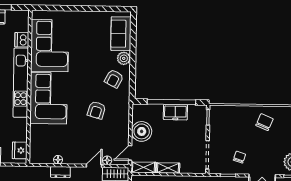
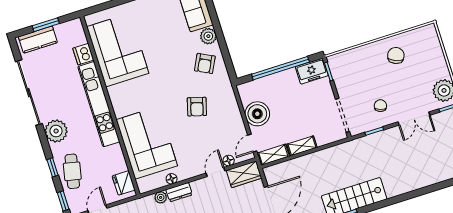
corner sofa: (49, 98) -> (147, 143), moved
freezer: (175, 112) -> (312, 71), moved
plant: (45, 171) -> (161, 197), added

